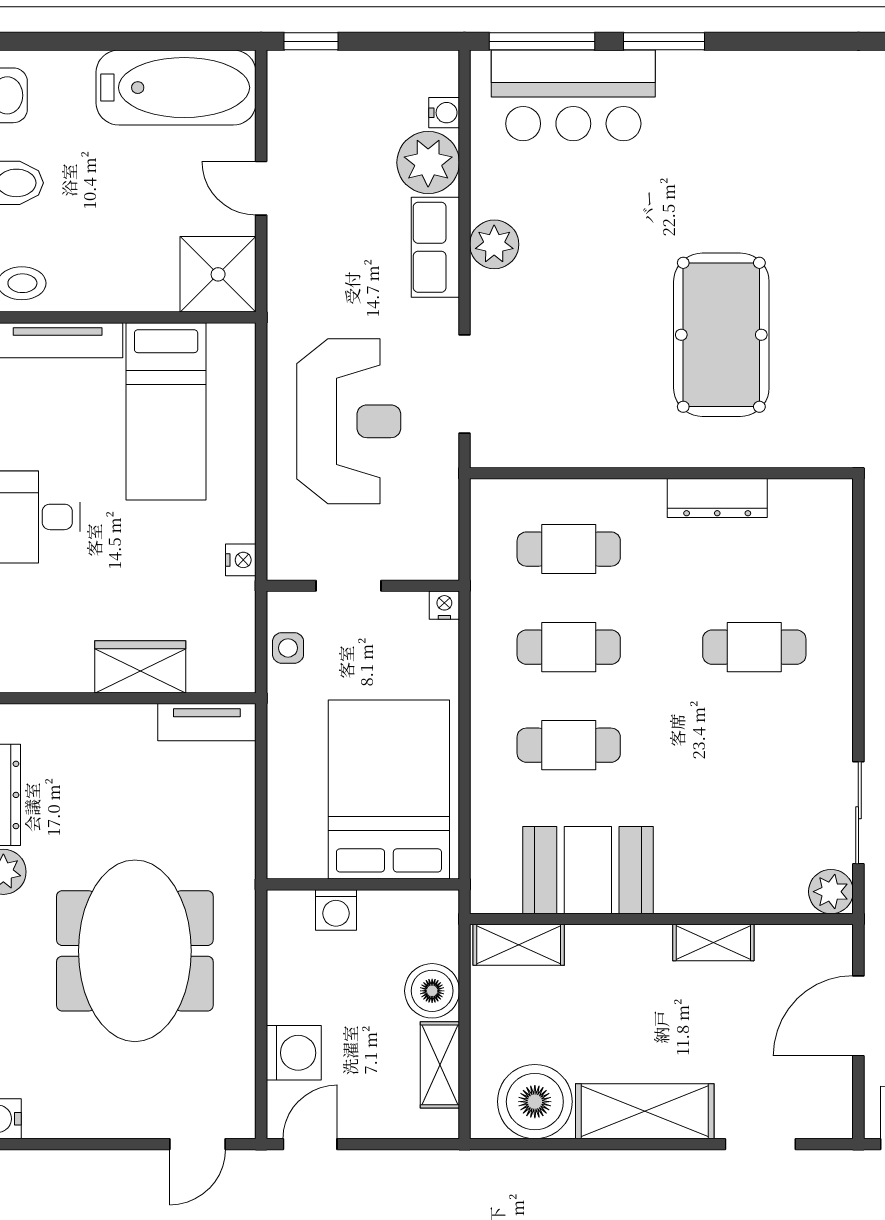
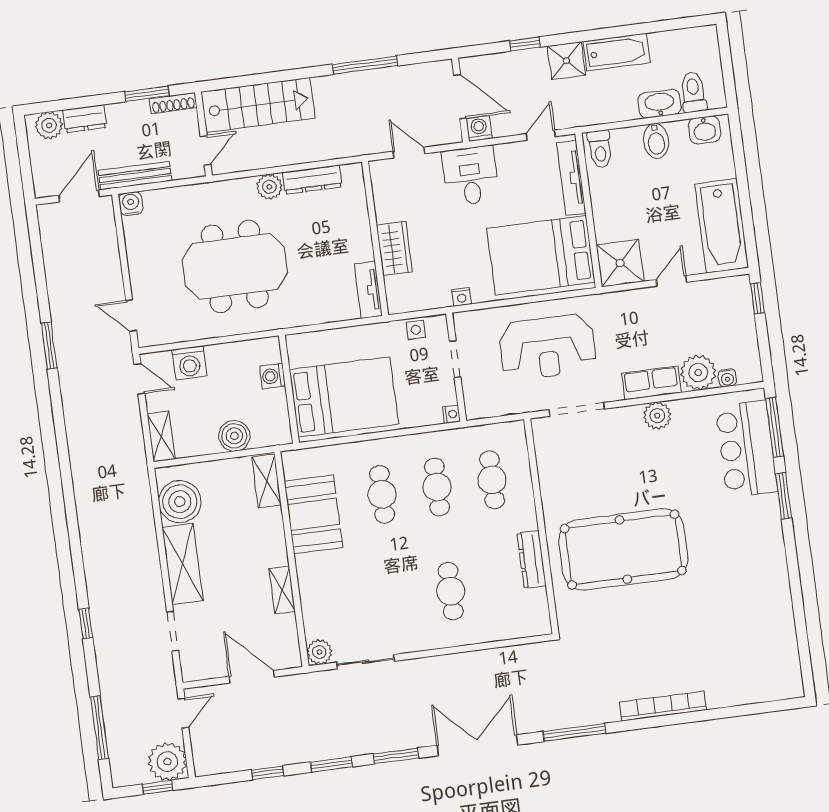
pool table: (721, 335) -> (623, 550), width x1.36, depth x1.32
bed: (166, 411) -> (541, 255), width x1.50
shelving: (440, 1065) -> (161, 436), moved, turned 90

